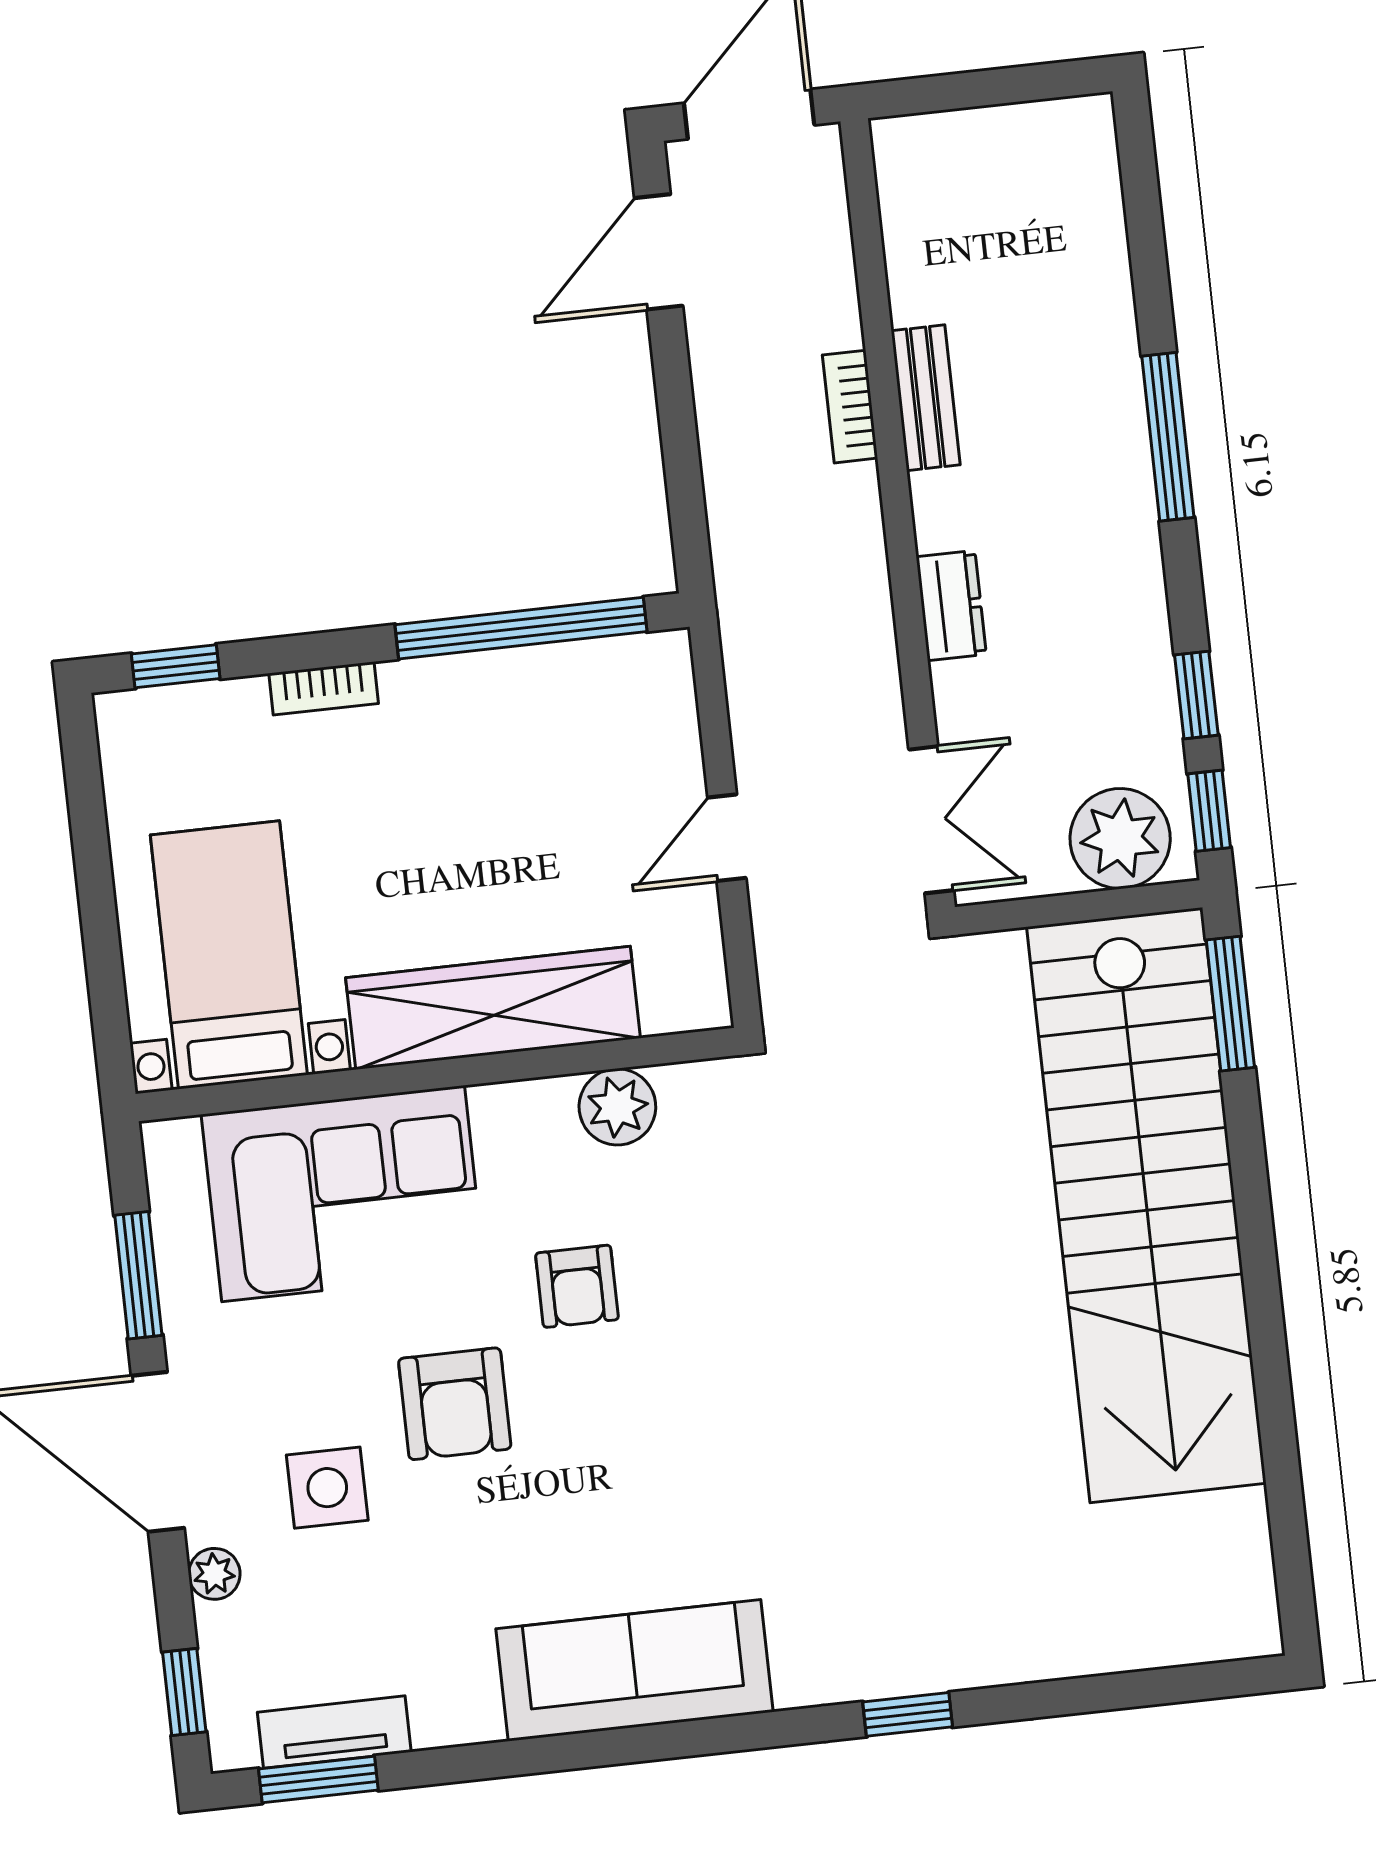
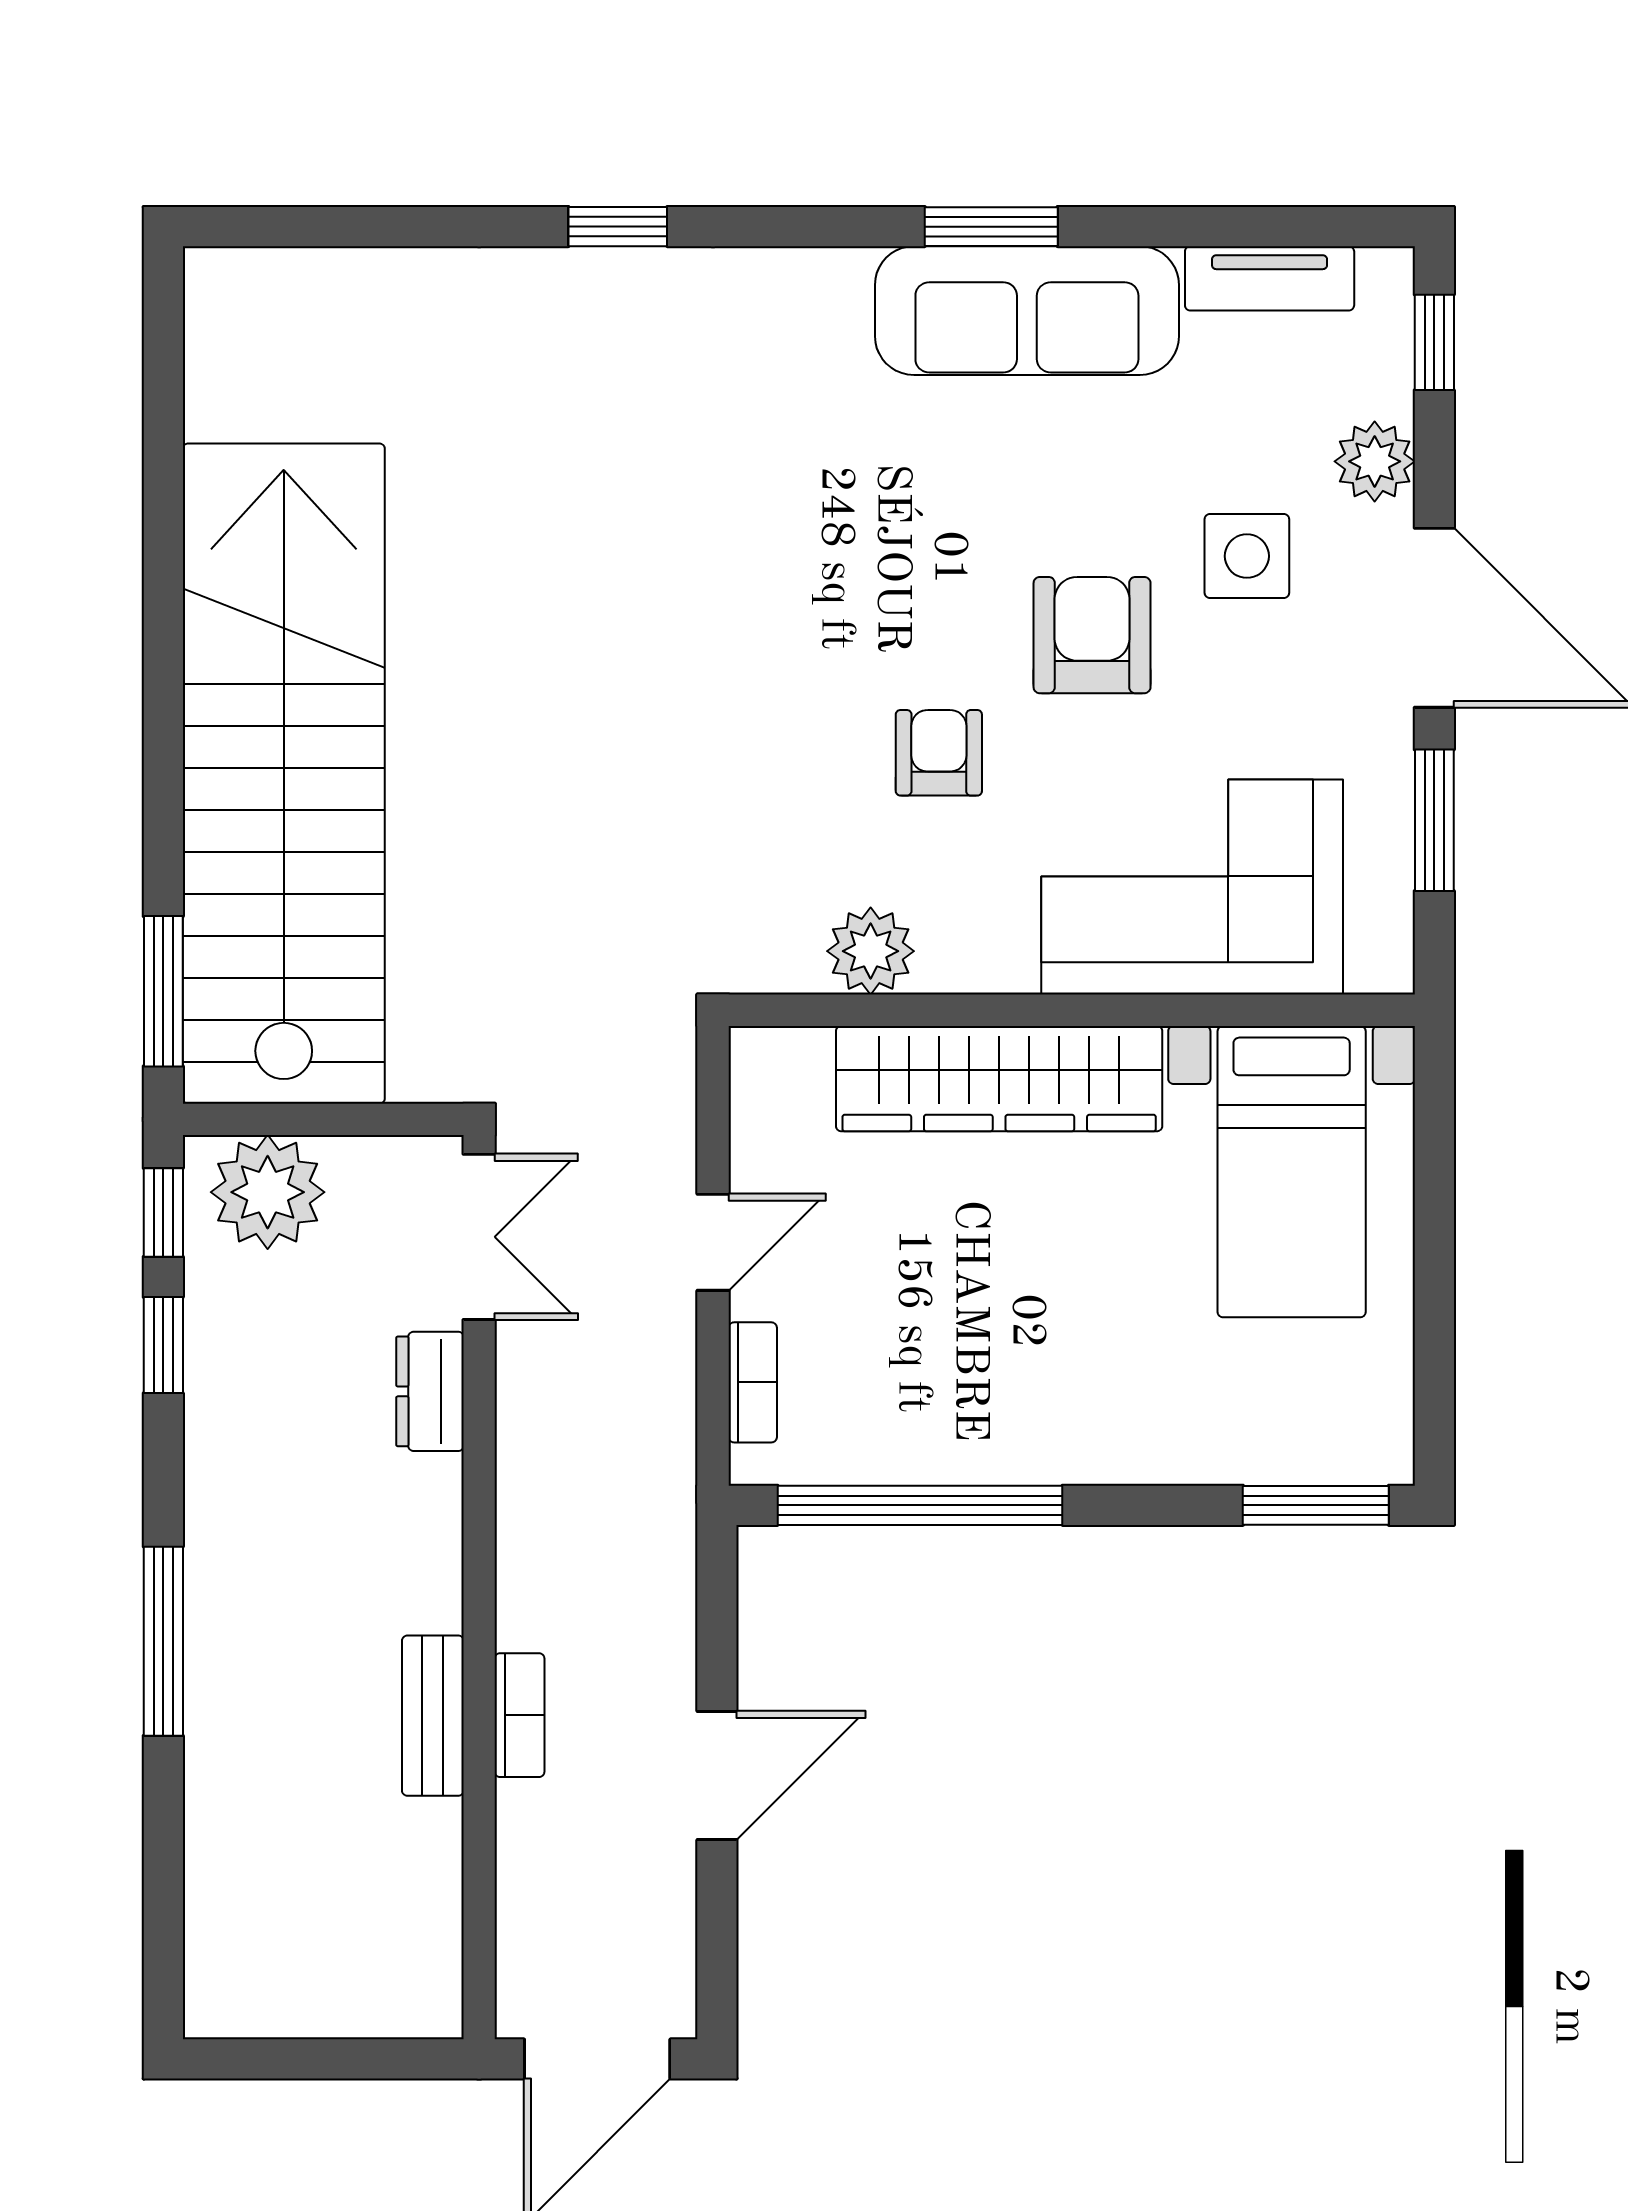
door: (659, 252) -> (717, 1776), moved
dresser: (951, 605) -> (430, 1391), moved
window: (176, 666) -> (1316, 1505), width x1.50
bookcase: (324, 688) -> (753, 1382), moved, turned 90
double door: (931, 820) -> (479, 1237), swing flipped
plant: (214, 1574) -> (1375, 461), width x1.38, depth x1.38
sofa: (635, 1670) -> (1027, 311), moved
window: (318, 1779) -> (991, 227), moved

